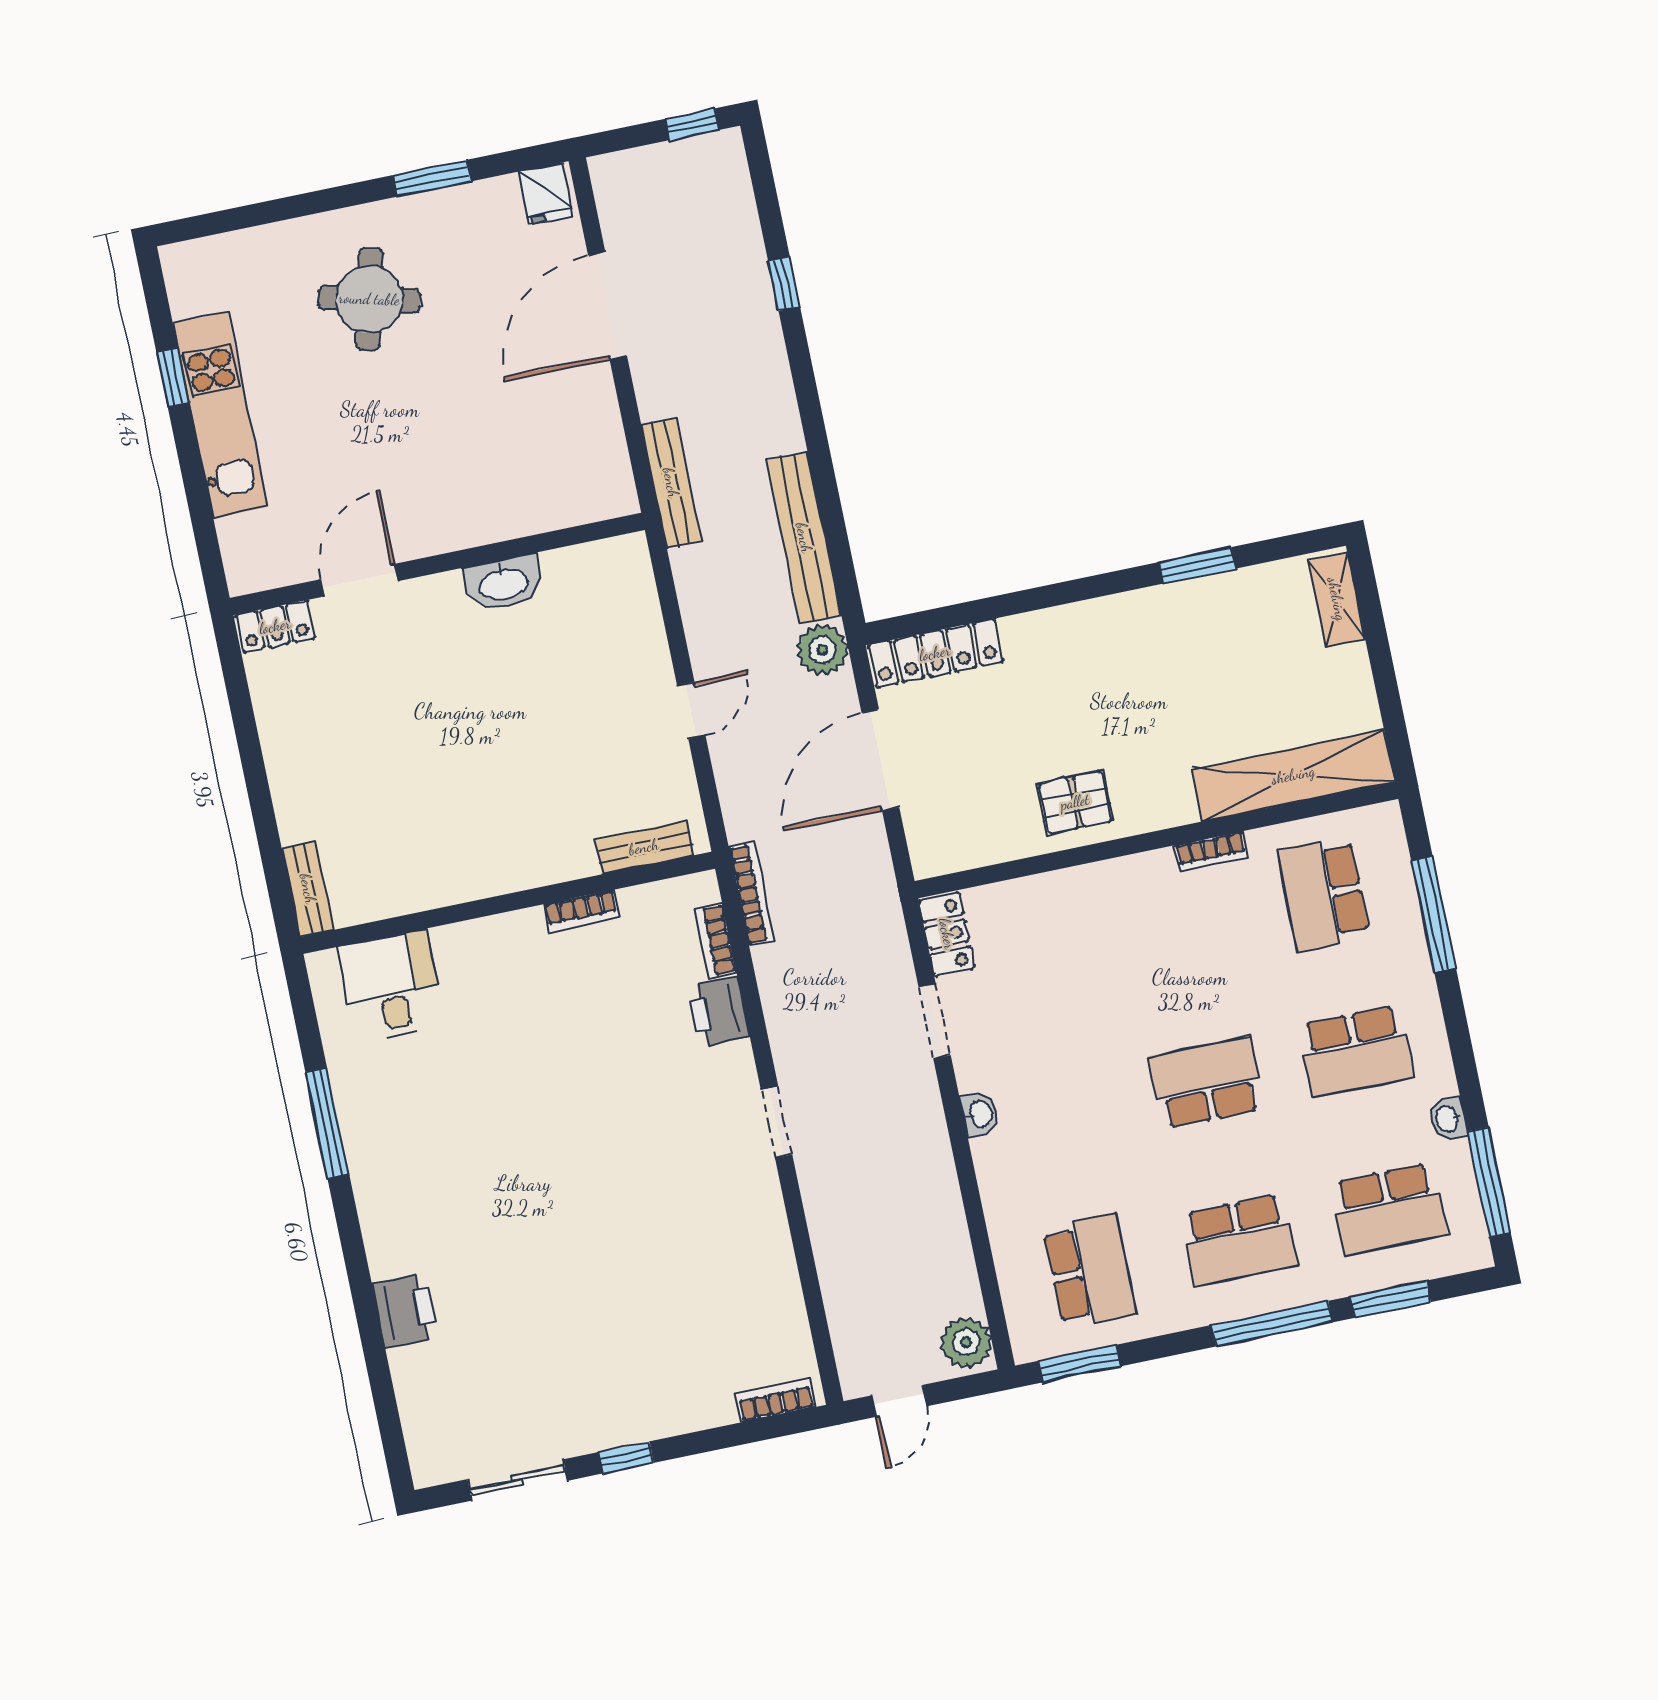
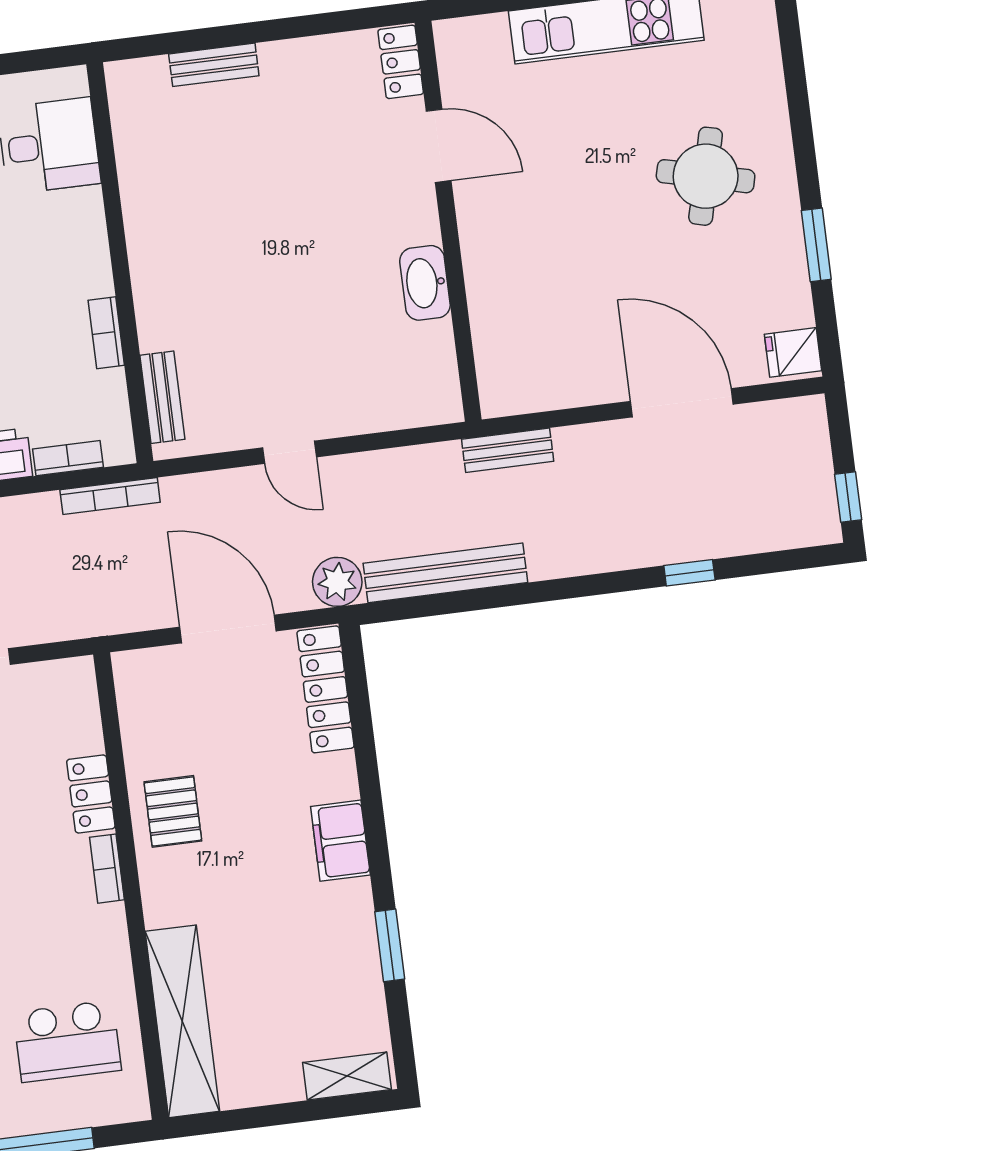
bench: (671, 483) -> (508, 450), width x0.73
filing cabinet: (1092, 625) -> (340, 841), added
bookcase: (1211, 852) -> (107, 869), moved
bench: (308, 889) -> (214, 65), moved
school desk: (1324, 894) -> (67, 1041), turned 180
locker: (947, 934) -> (91, 794), moved, turned 90

